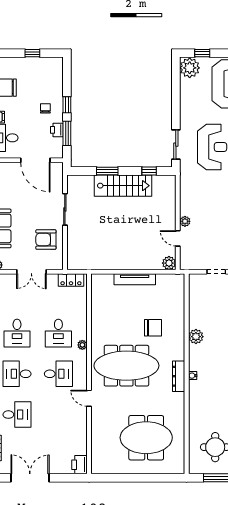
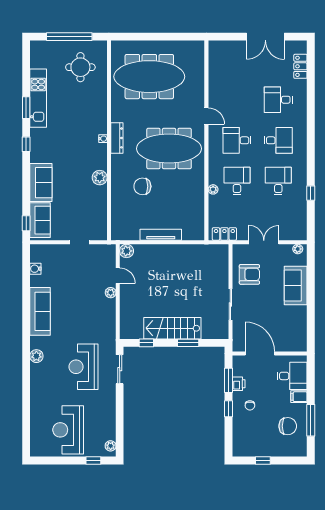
plant: (190, 68) -> (111, 446), width x0.53, depth x0.53
plant: (82, 345) -> (213, 189), moved
meeting table: (146, 438) -> (149, 77), width x1.36
printer: (79, 465) -> (216, 50), removed

